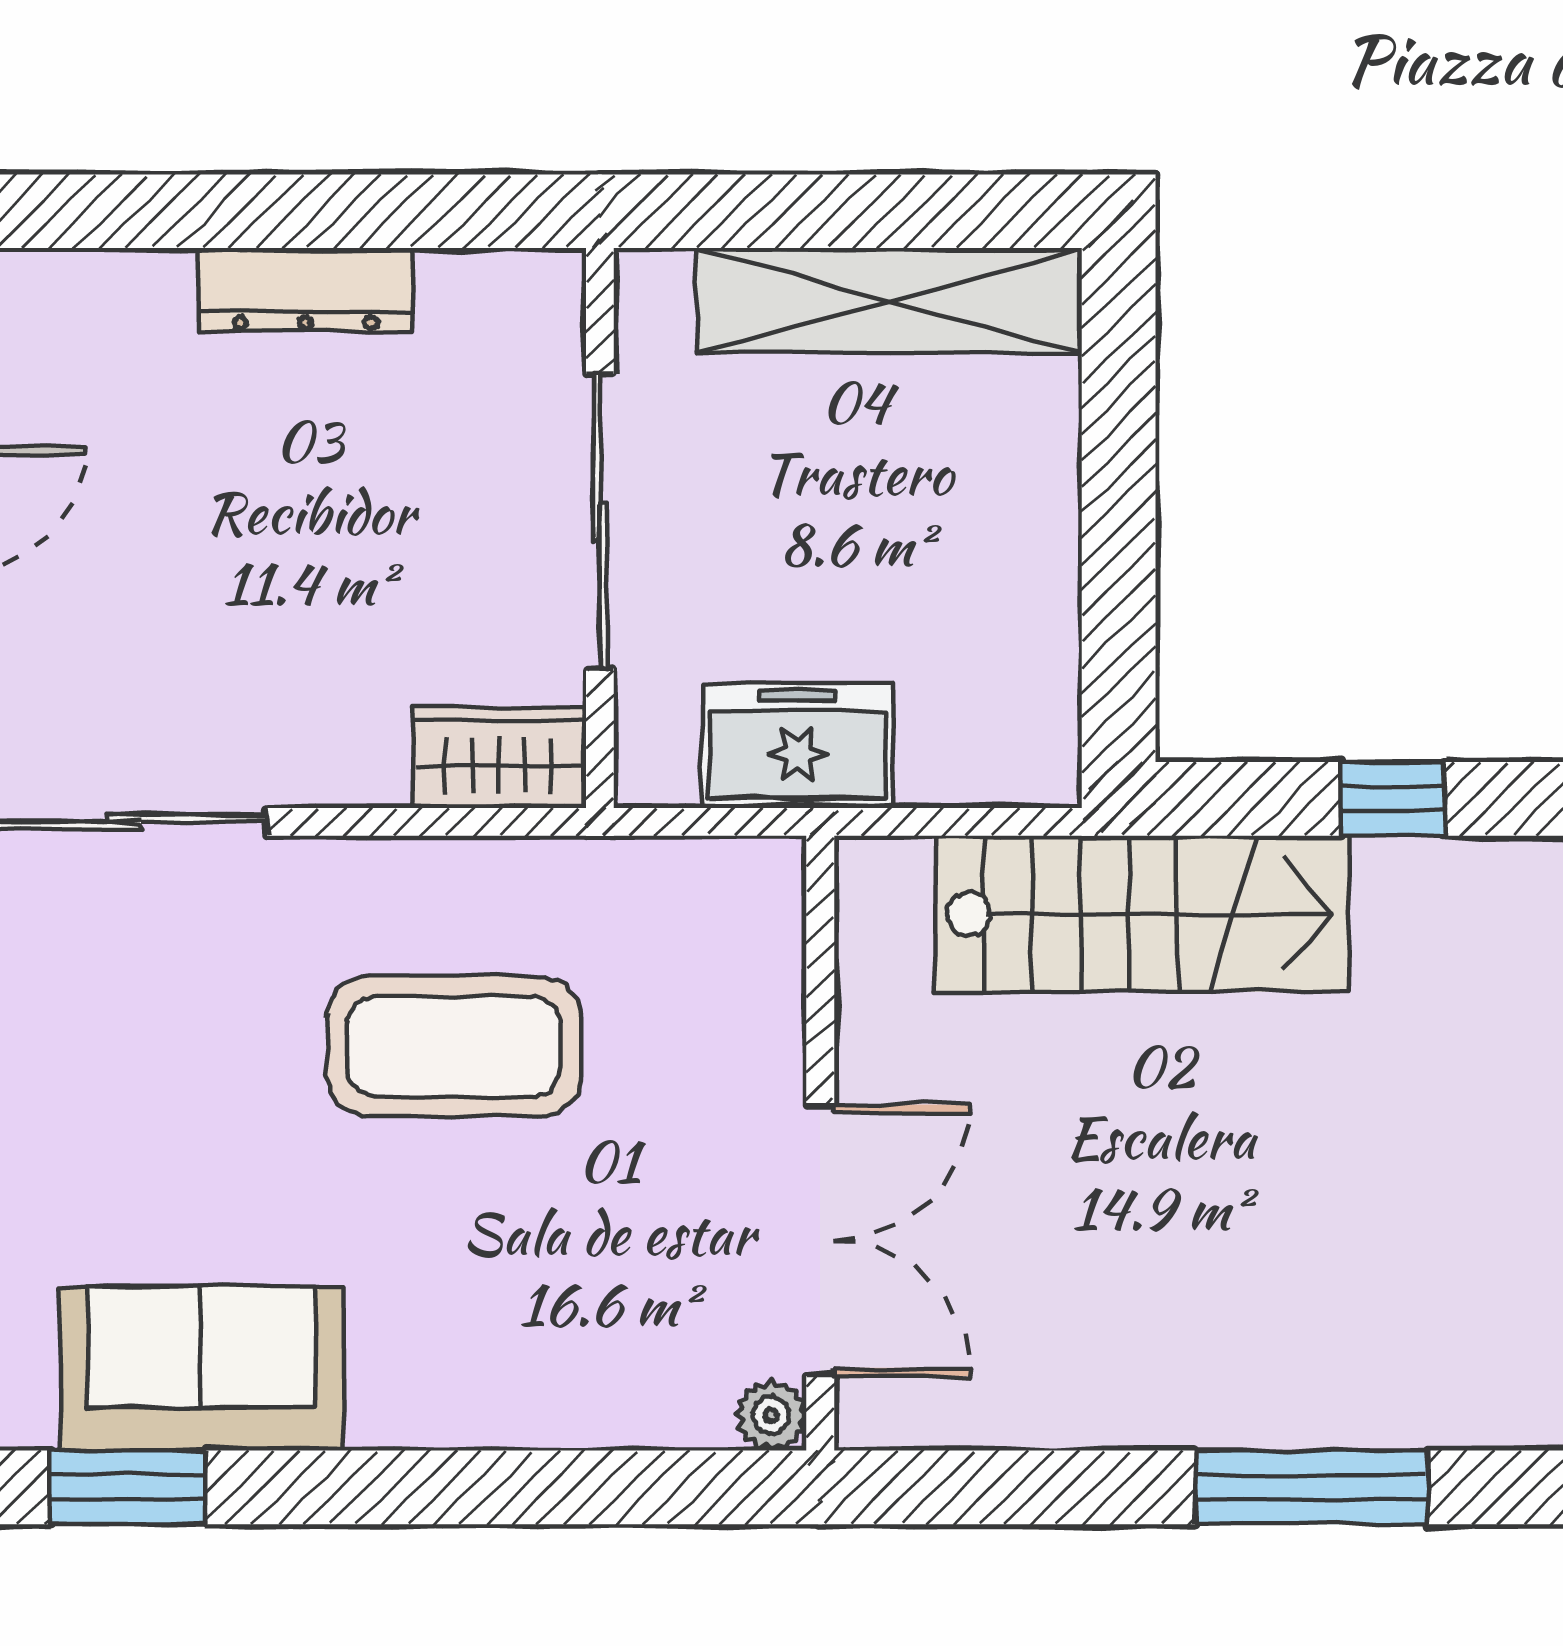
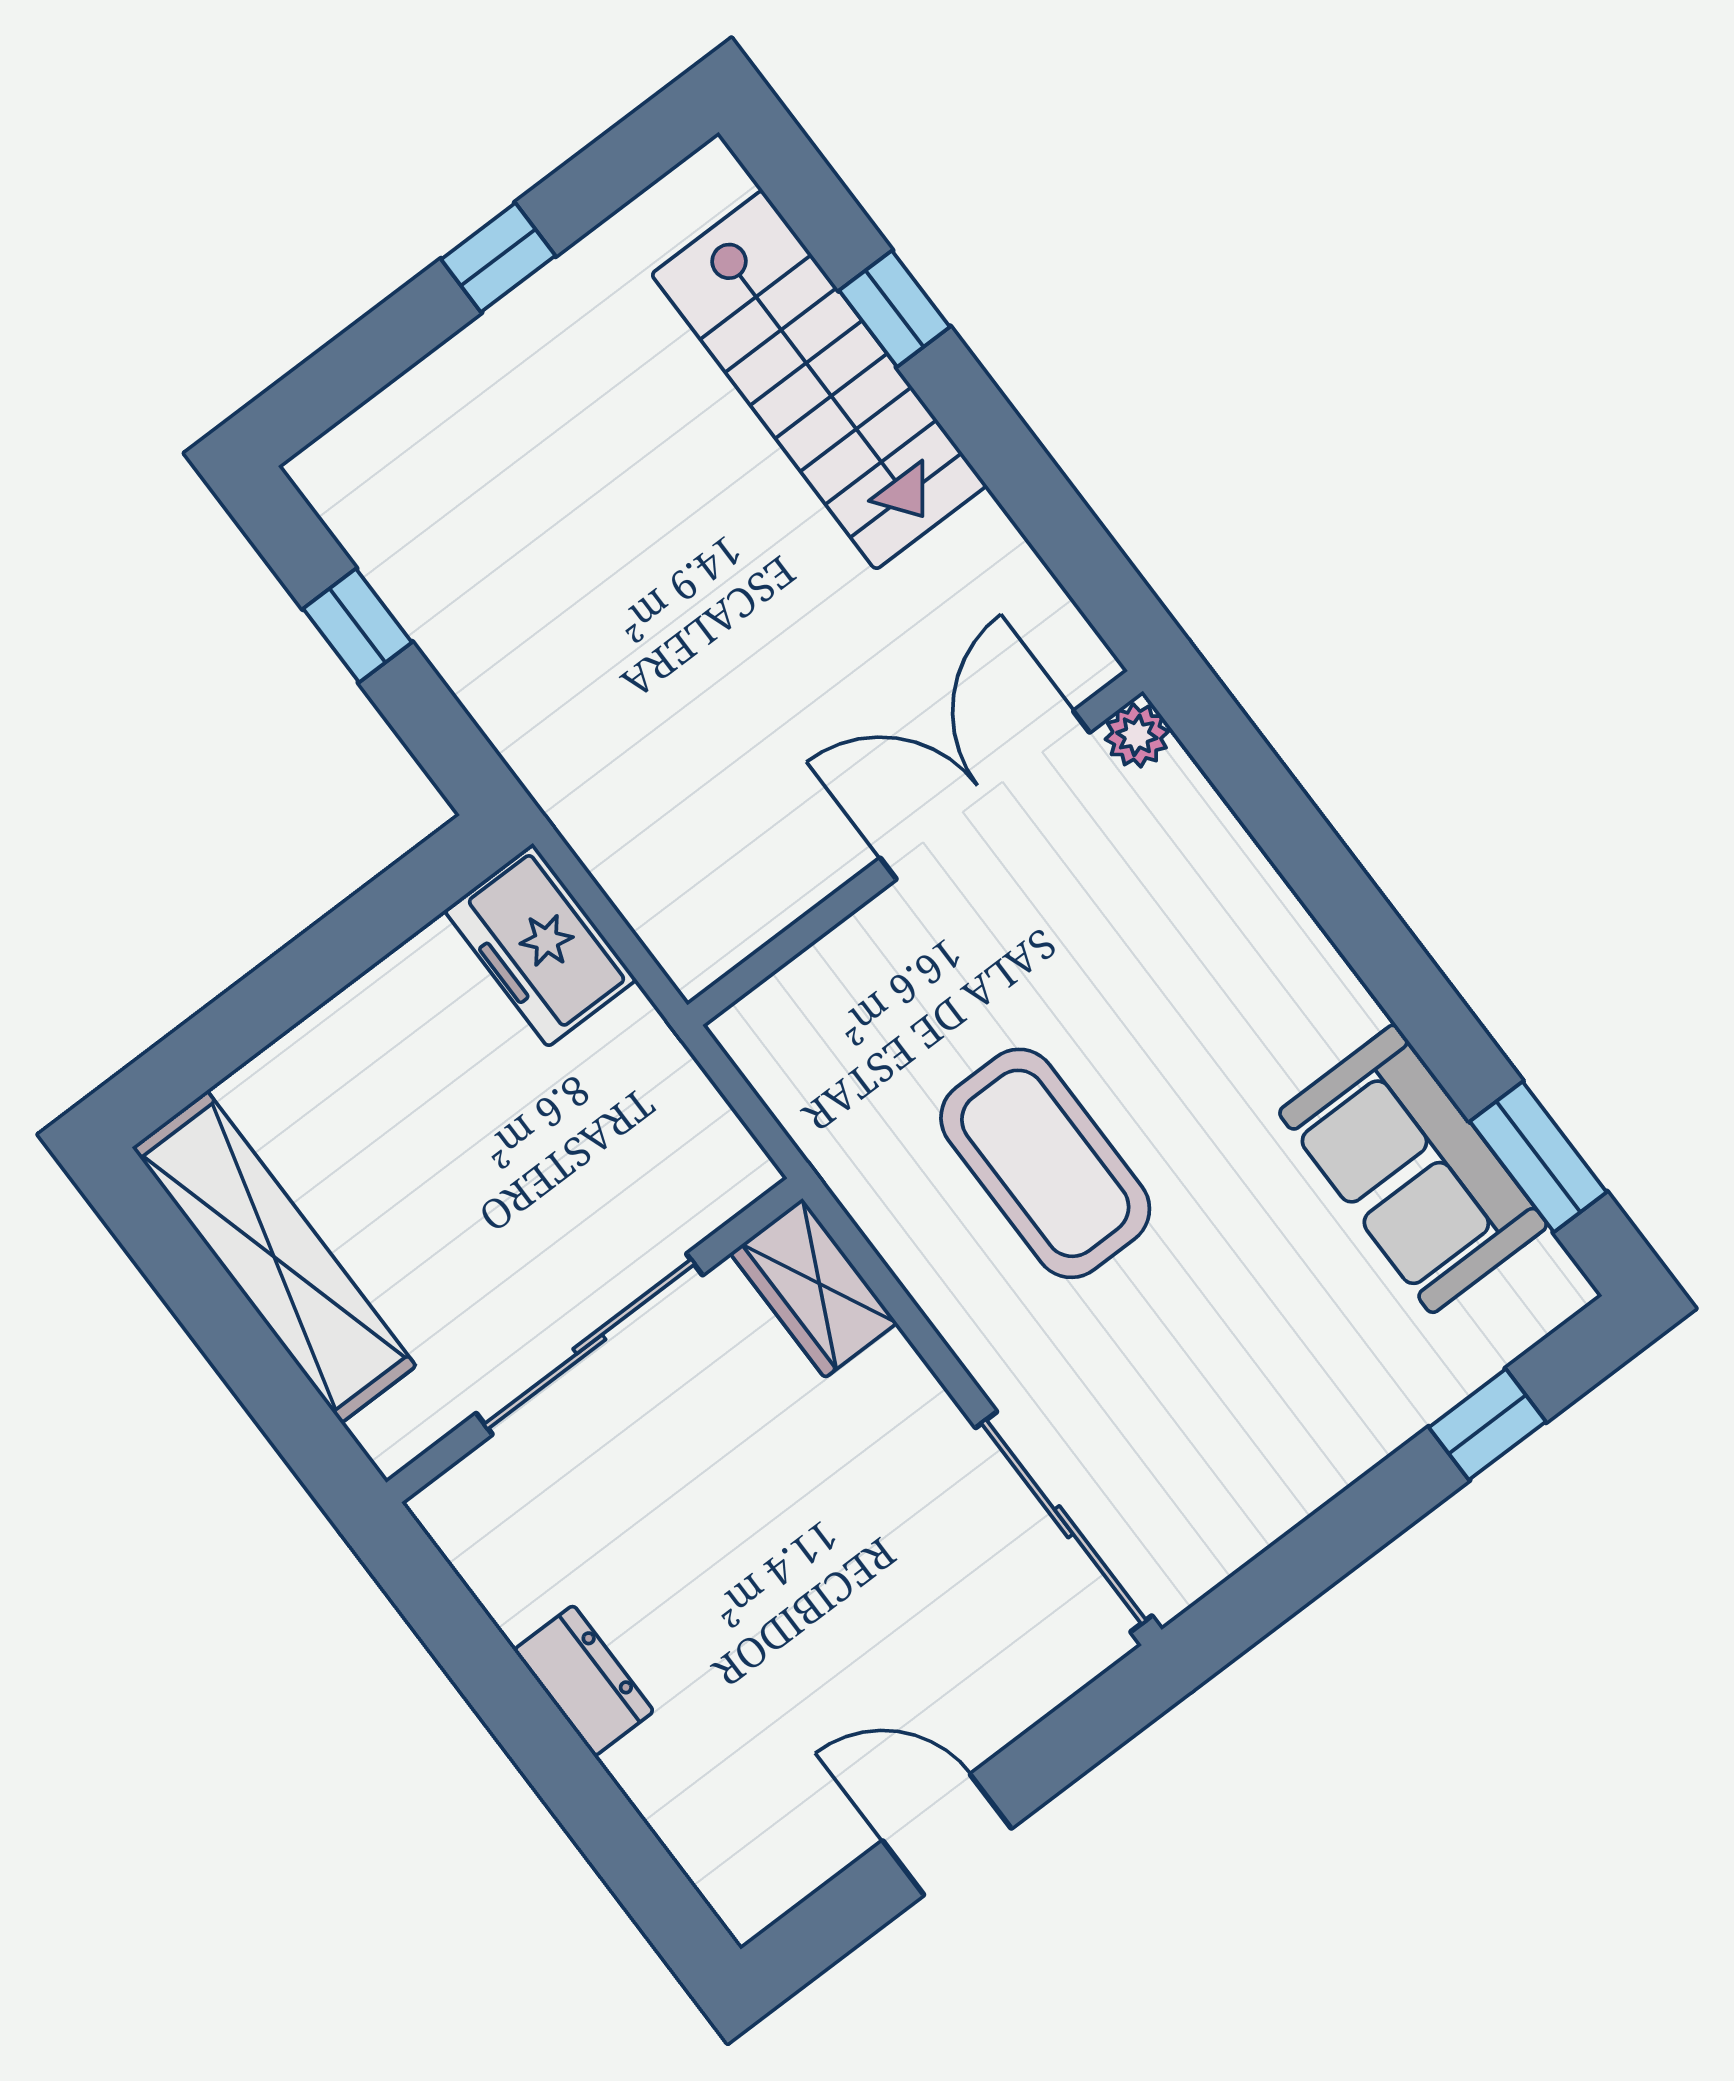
dresser: (306, 290) -> (584, 1681), width x0.70
freezer: (797, 746) -> (540, 945), moved
stairs: (1142, 914) -> (819, 380), moved, turned 180
window: (1312, 1487) -> (895, 309), width x0.46

